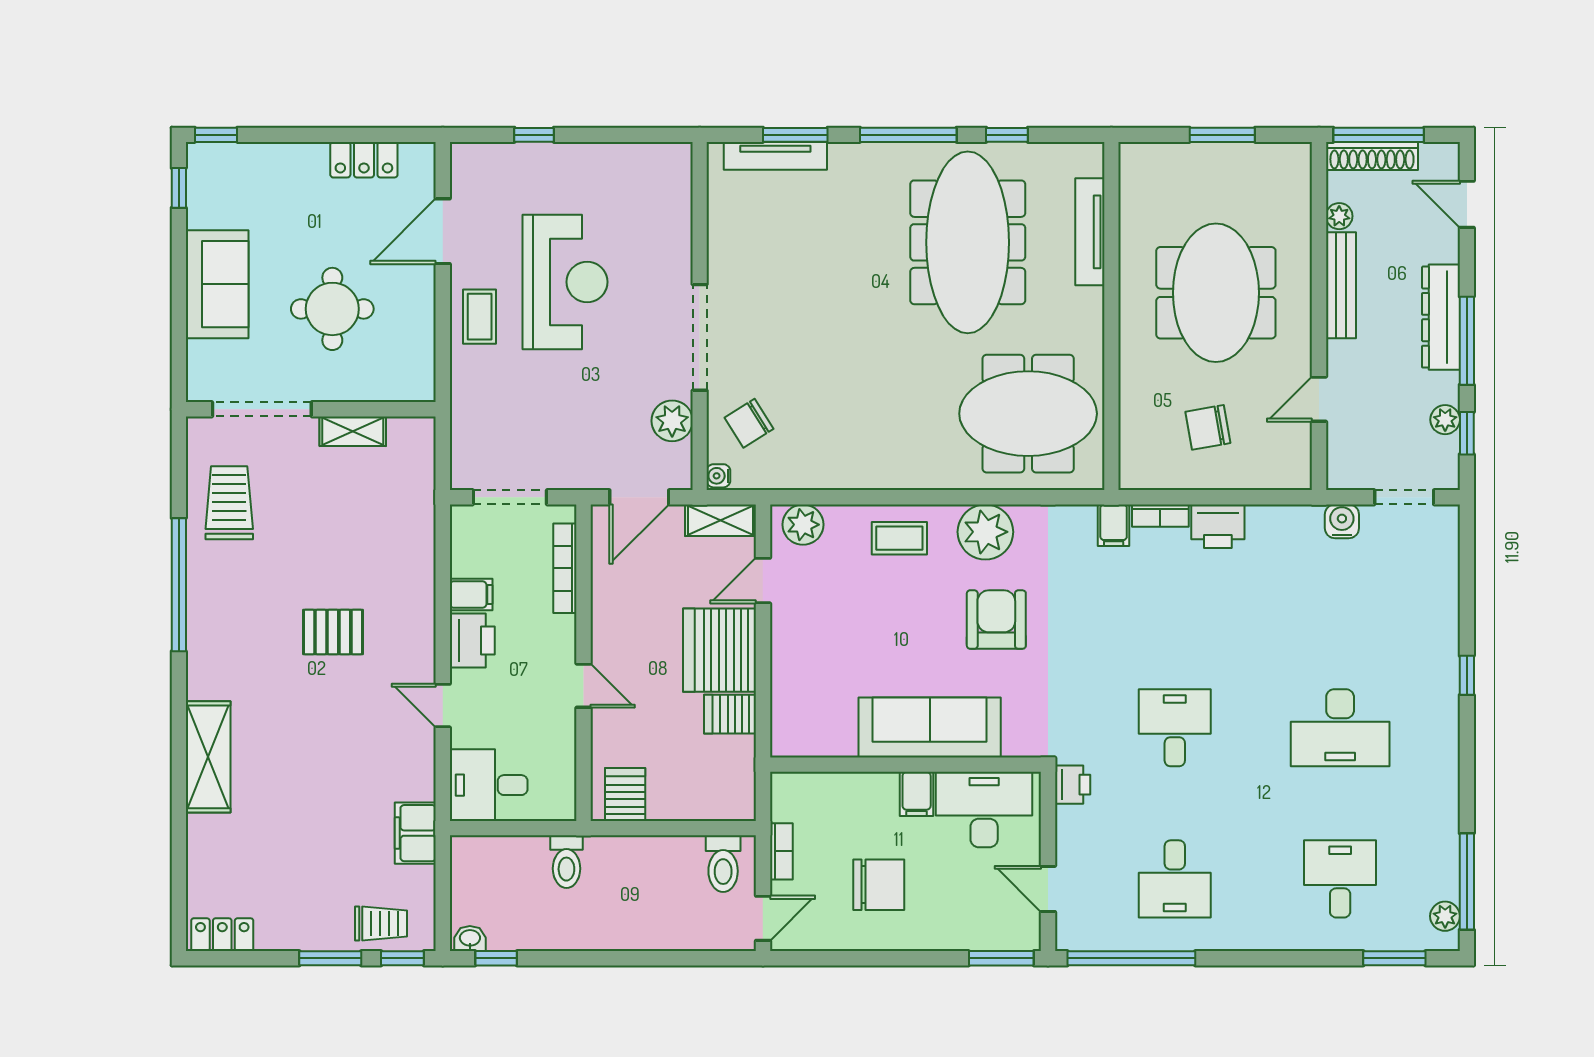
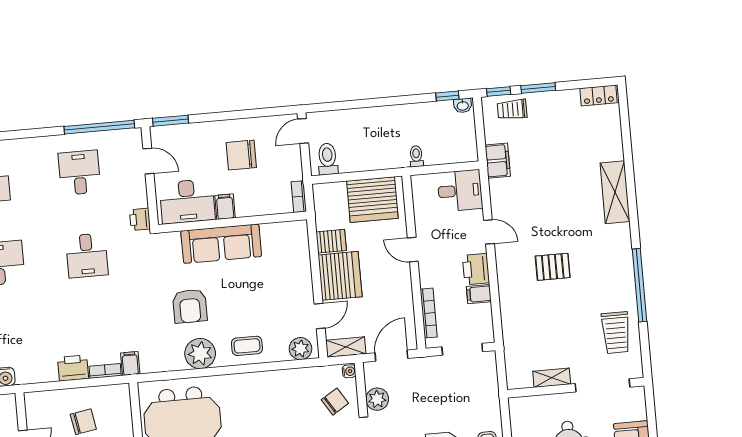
server rack: (625, 794) -> (372, 200), width x2.18, depth x1.44
bookcase: (781, 851) -> (299, 197), moved
toilet: (566, 862) -> (416, 156), width x0.73, depth x0.72

